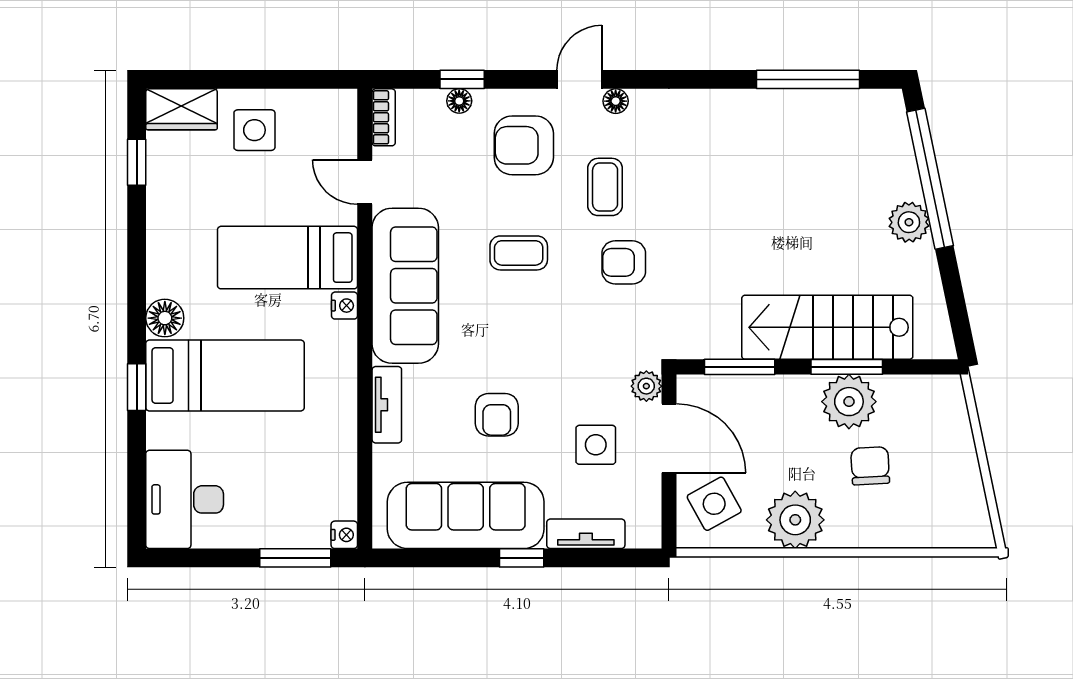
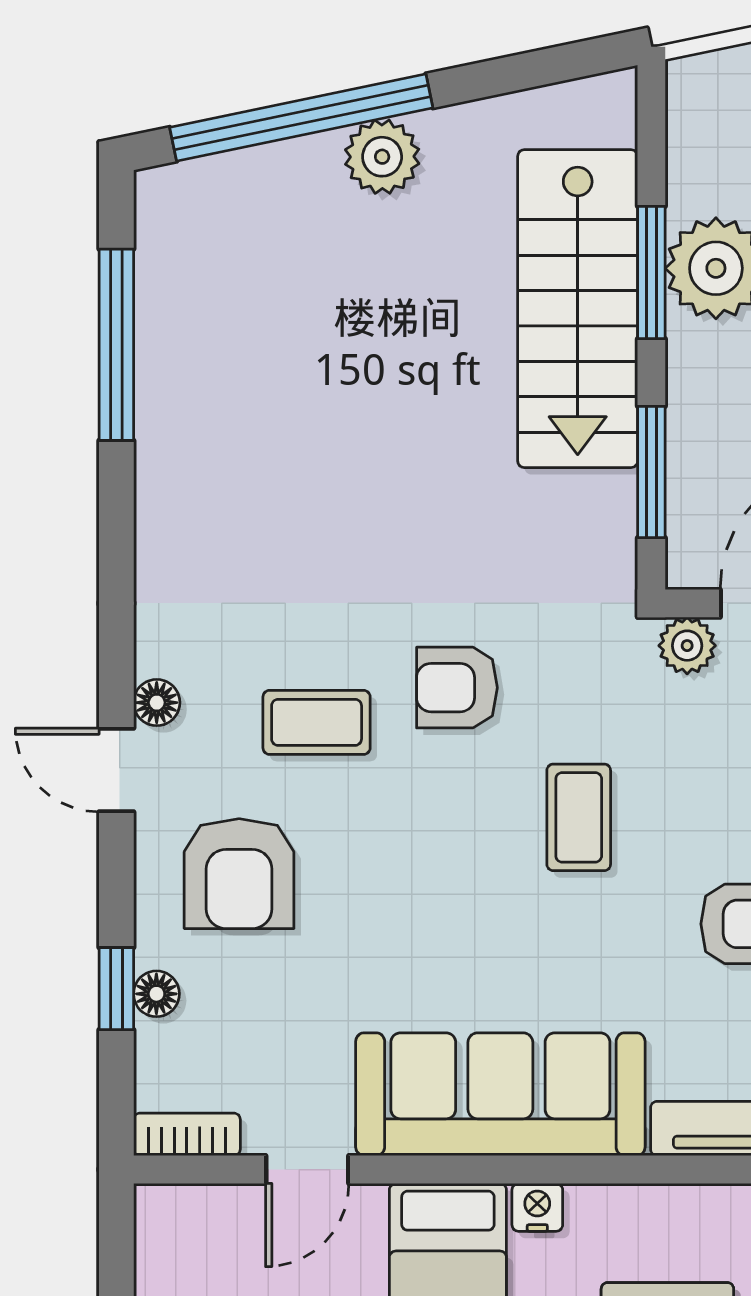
coffee table: (519, 253) -> (579, 817), moved
armchair: (624, 262) -> (457, 688), turned 90

